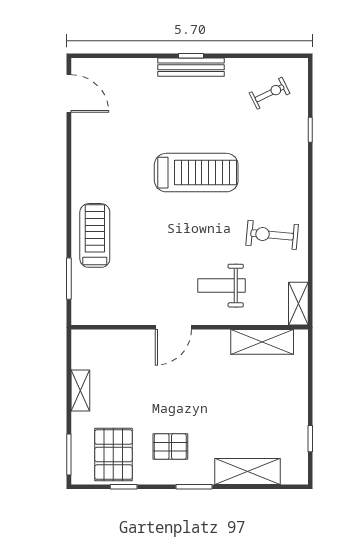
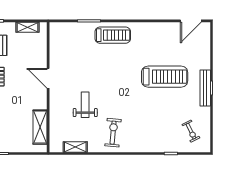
treadmill: (196, 173) -> (165, 77), moved, turned -90
door: (173, 327) -> (48, 78), moved
wall: (190, 327) -> (48, 87), moved
shelving: (262, 342) -> (40, 127), moved

